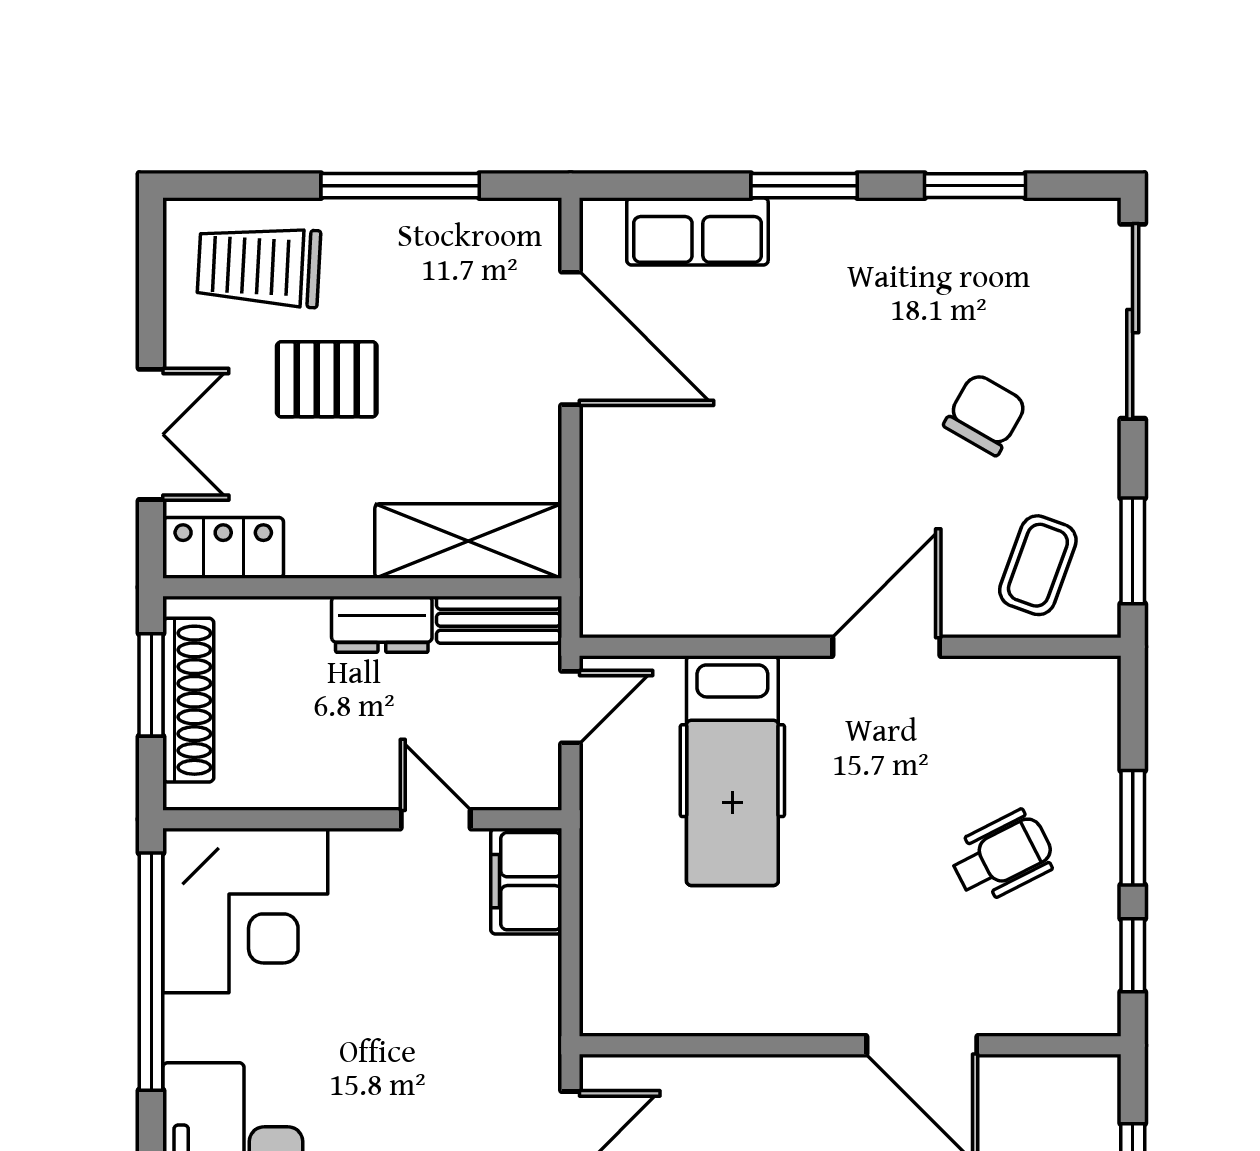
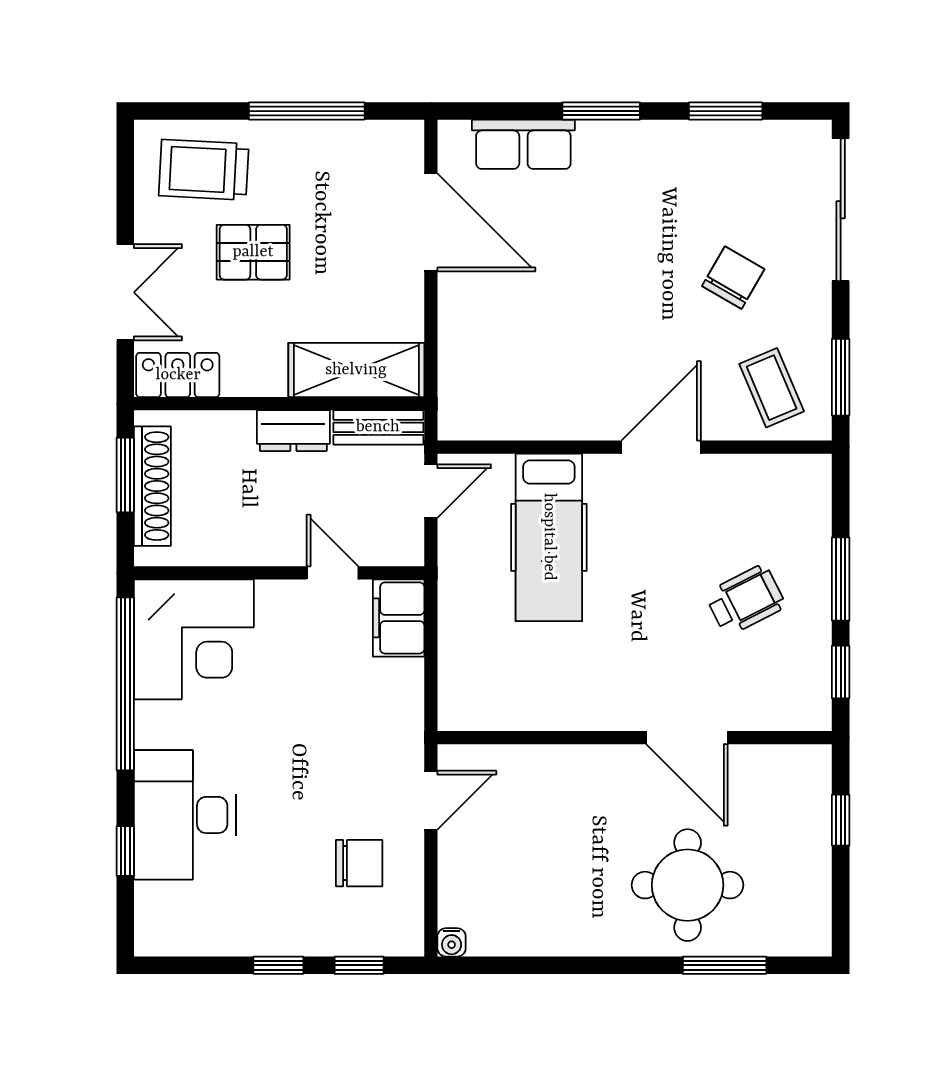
coffee table: (1038, 565) -> (772, 388), turned -43

